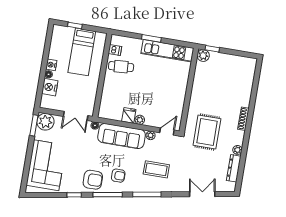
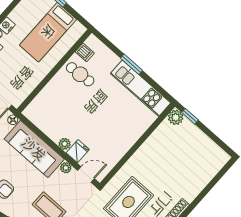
fridge: (129, 115) -> (78, 151), moved

